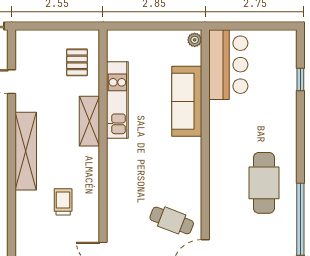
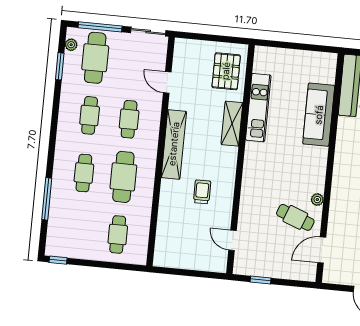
plant: (195, 40) -> (317, 200), moved
pallet: (77, 62) -> (226, 71), width x1.50, depth x1.42

